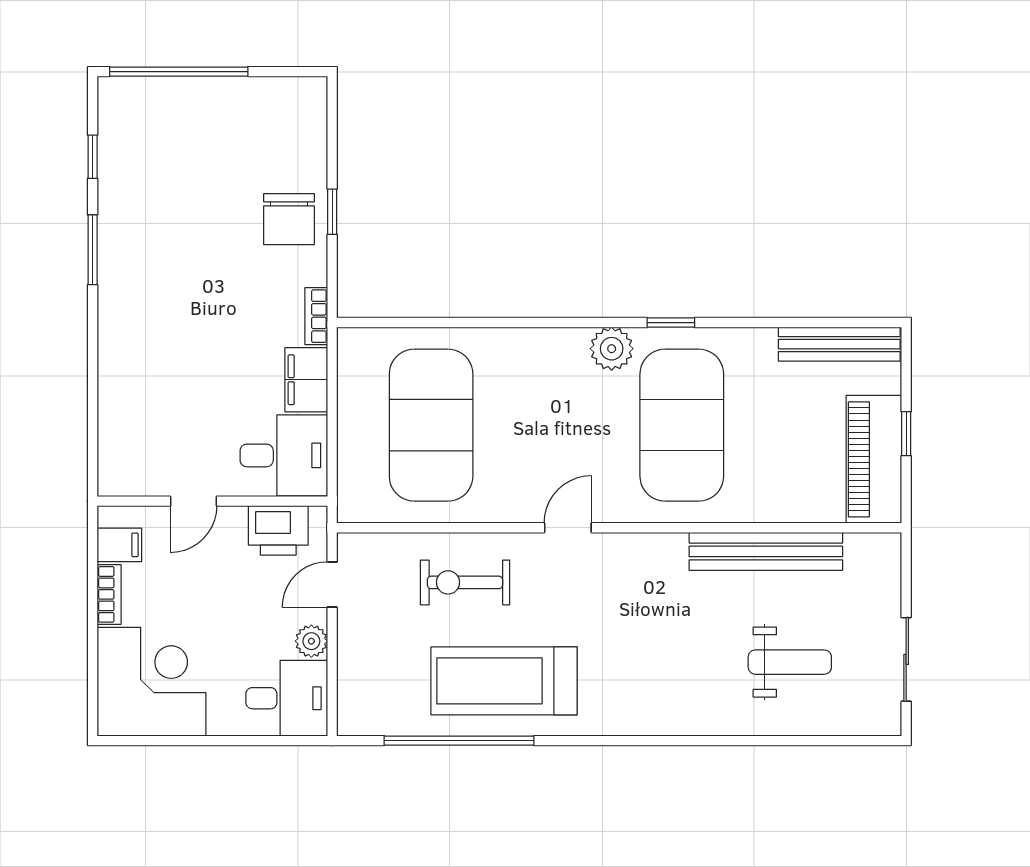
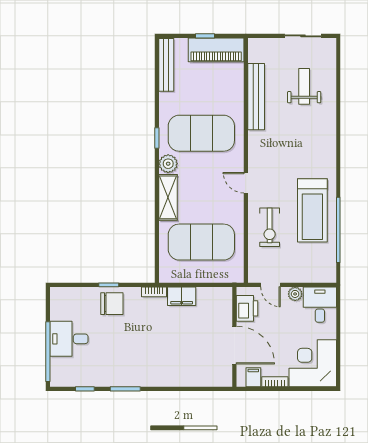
shelving: (534, 348) -> (168, 197), added
desk: (284, 455) -> (69, 339), moved, turned -90
door: (193, 501) -> (234, 345), width x1.88

